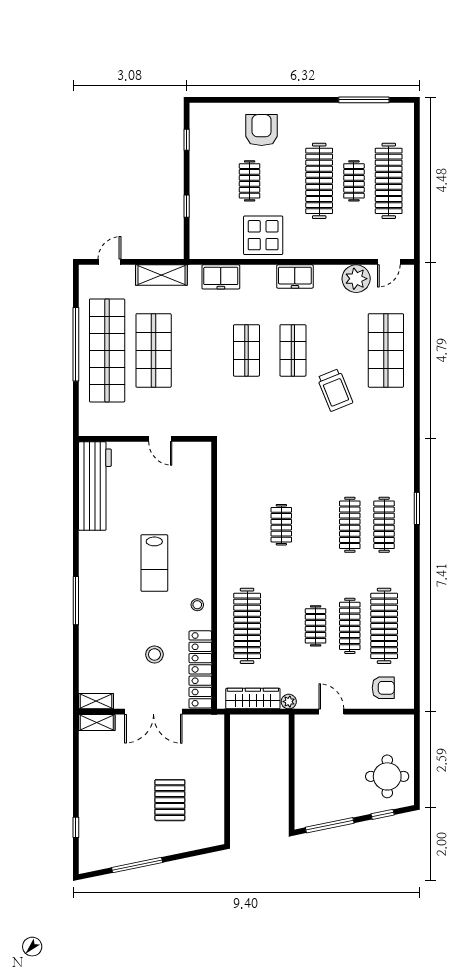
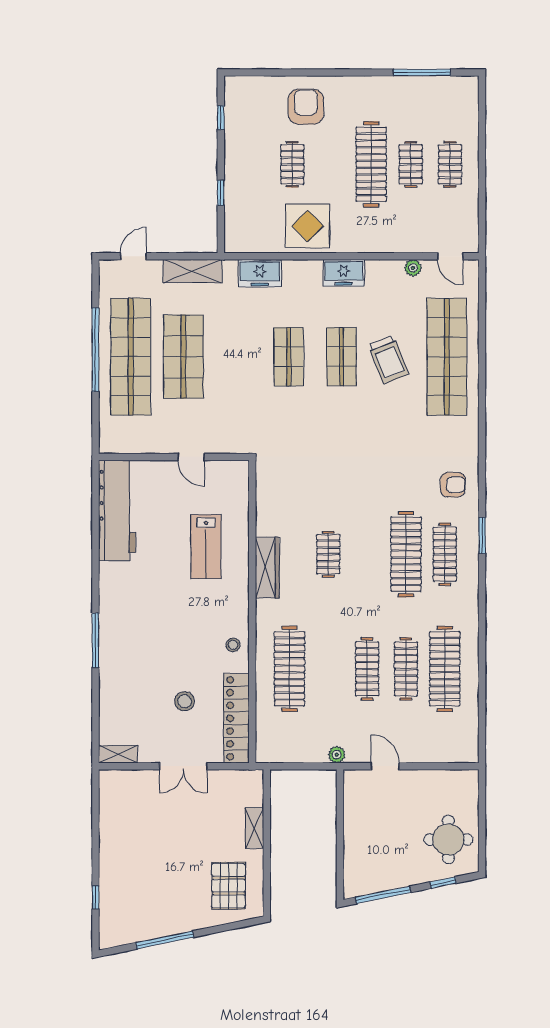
clothes rail: (389, 181) -> (450, 164), width x0.54, depth x0.76
door: (389, 262) -> (450, 256), hinge flipped
plant: (356, 279) -> (413, 268), width x0.53, depth x0.53
shop shelf: (386, 350) -> (447, 357), width x1.40
trolley: (335, 390) -> (388, 360), moved
clothes rail: (350, 525) -> (406, 554), width x1.37, depth x1.31
lab bench: (154, 563) -> (206, 547), moved
clothes rail: (316, 626) -> (367, 669), width x1.36
armchair: (383, 688) -> (453, 485), moved
wardrobe: (253, 699) -> (267, 568), moved, turned 90
double door: (153, 712) -> (183, 766), width x0.73
shelving: (97, 723) -> (254, 828), moved, turned 90
pallet: (170, 800) -> (229, 886), moved

